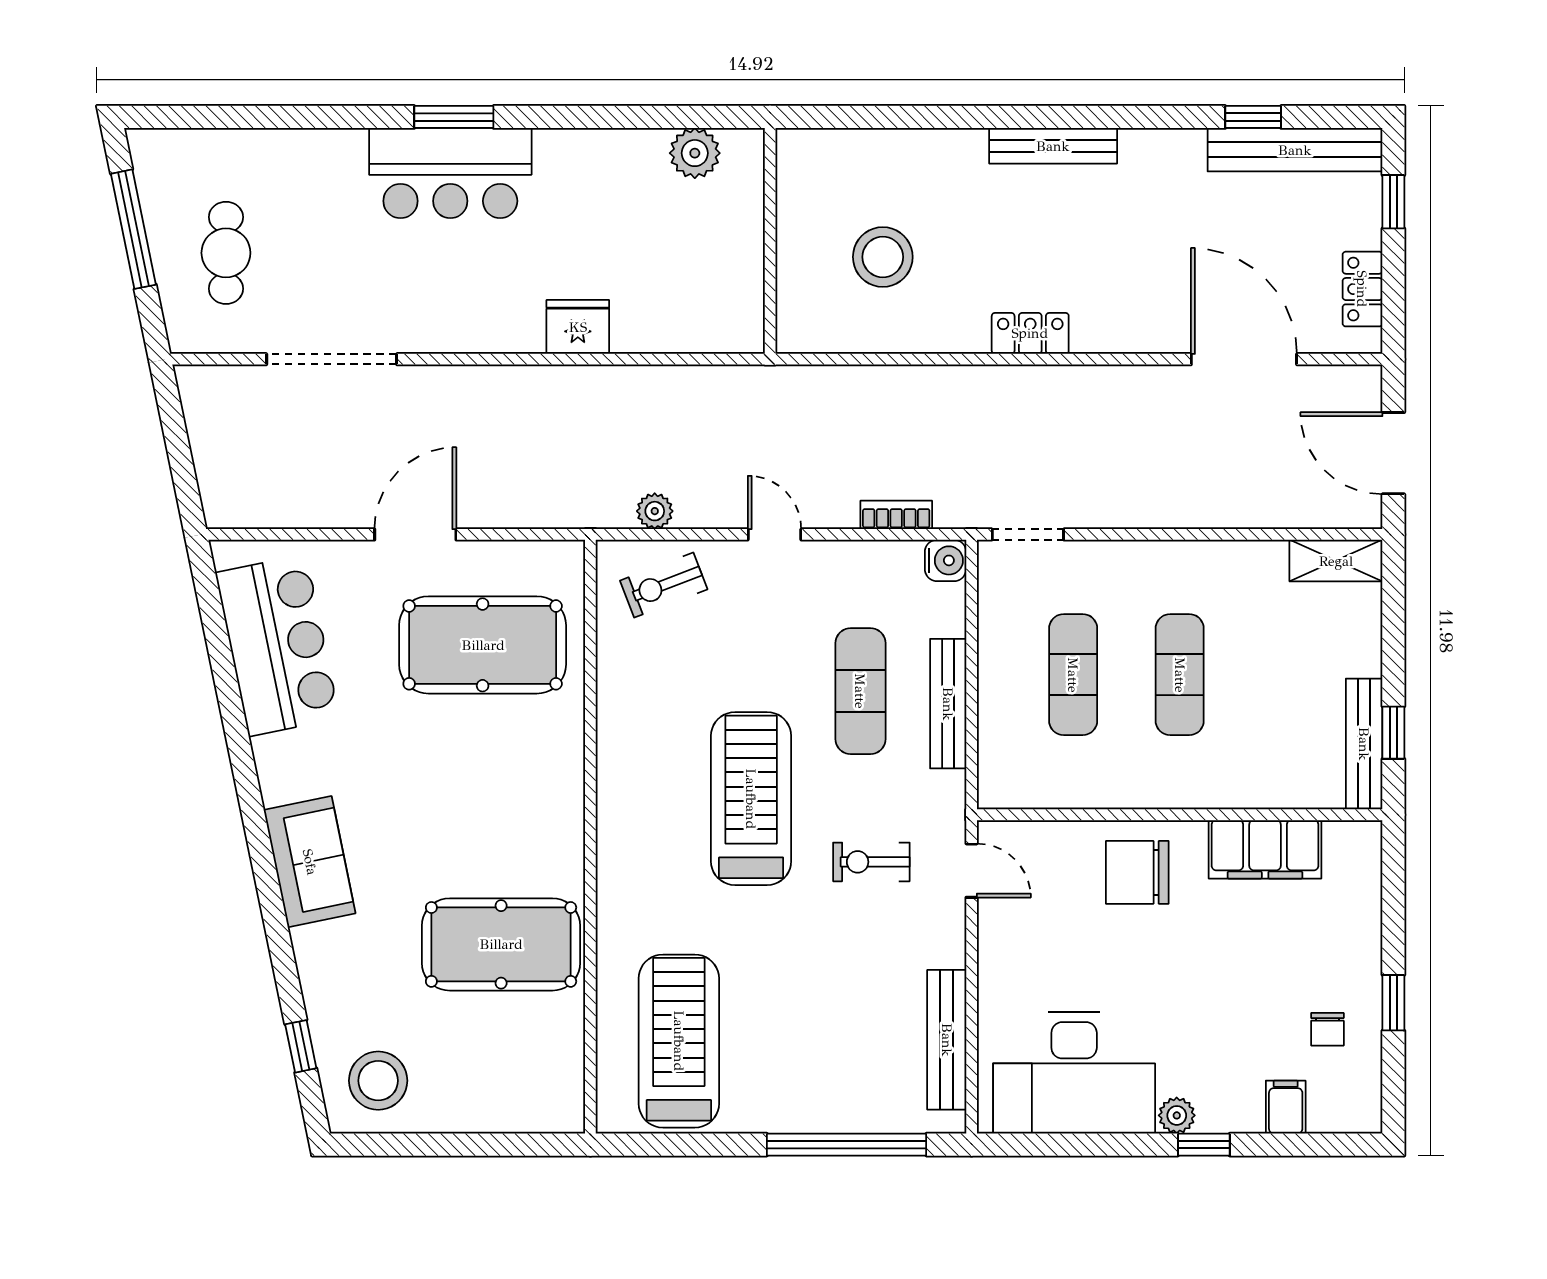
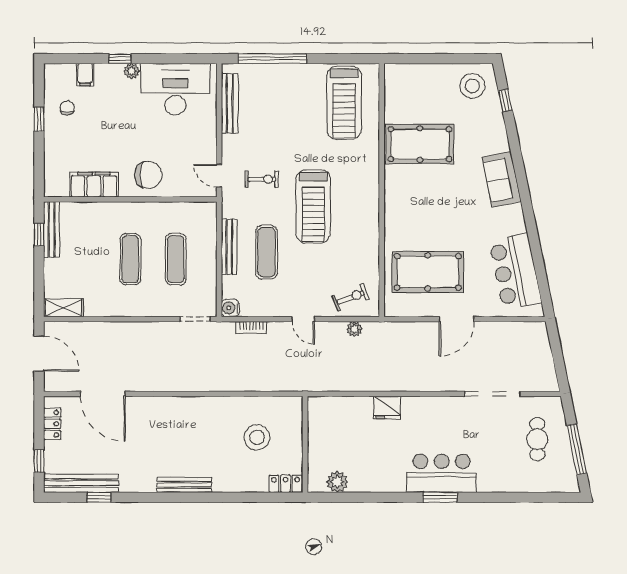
locker: (1030, 333) -> (285, 484), moved, turned 180

